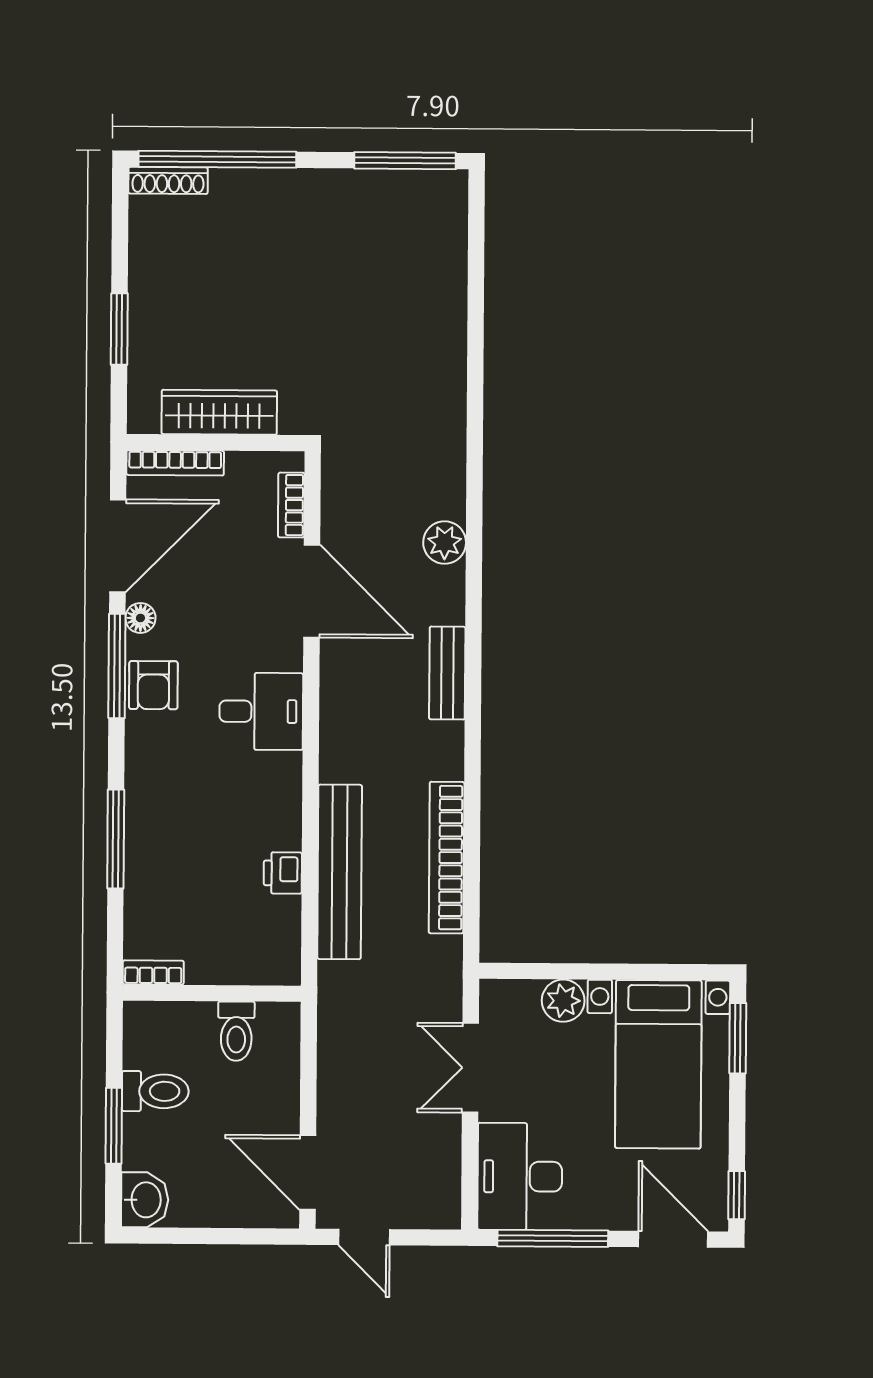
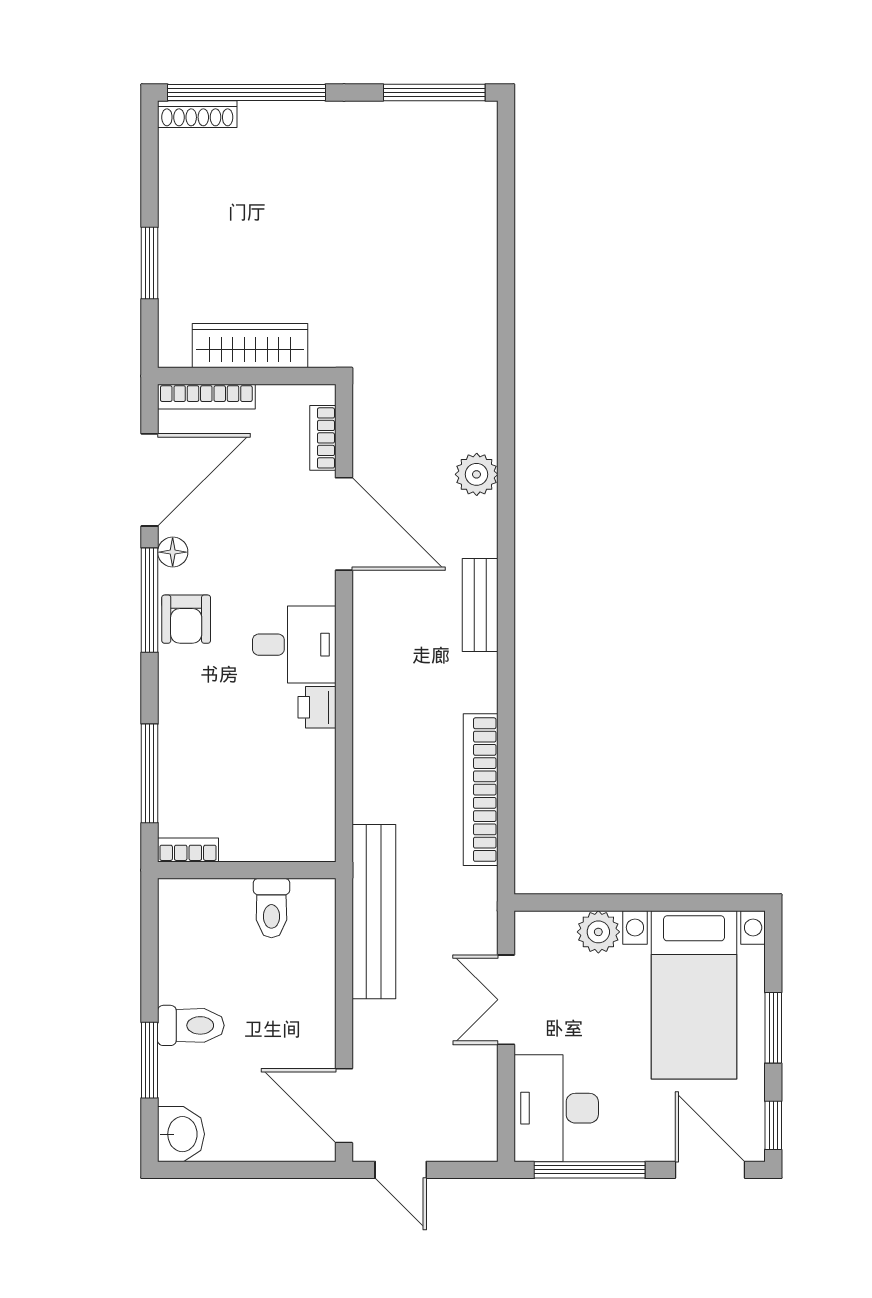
bench: (340, 872) -> (374, 912), moved
printer: (283, 873) -> (317, 707), moved
bookcase: (153, 972) -> (188, 850), moved
wall: (212, 993) -> (247, 870), moved
toilet: (236, 1031) -> (271, 908), moved
window: (738, 1038) -> (773, 1028), moved

